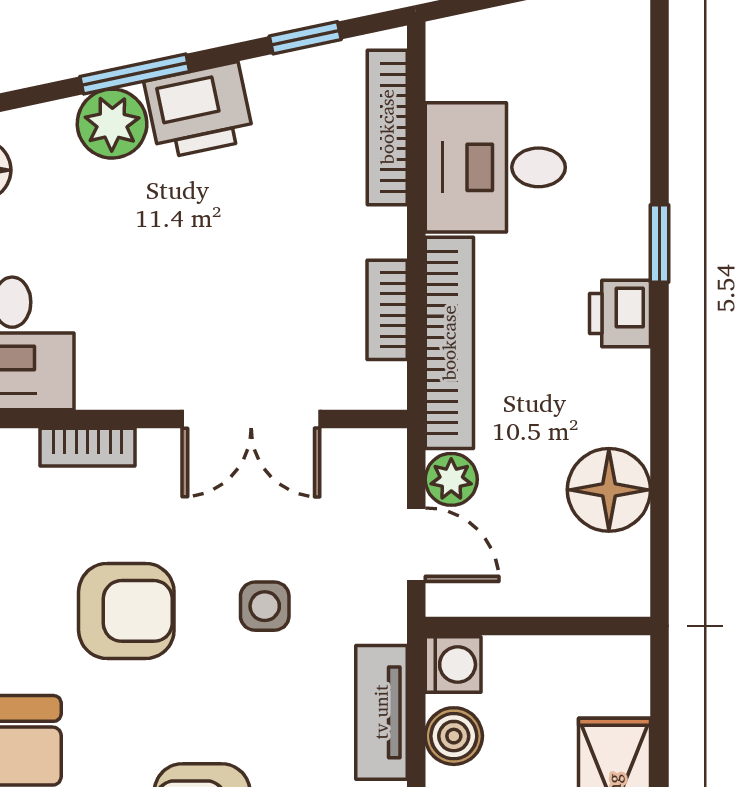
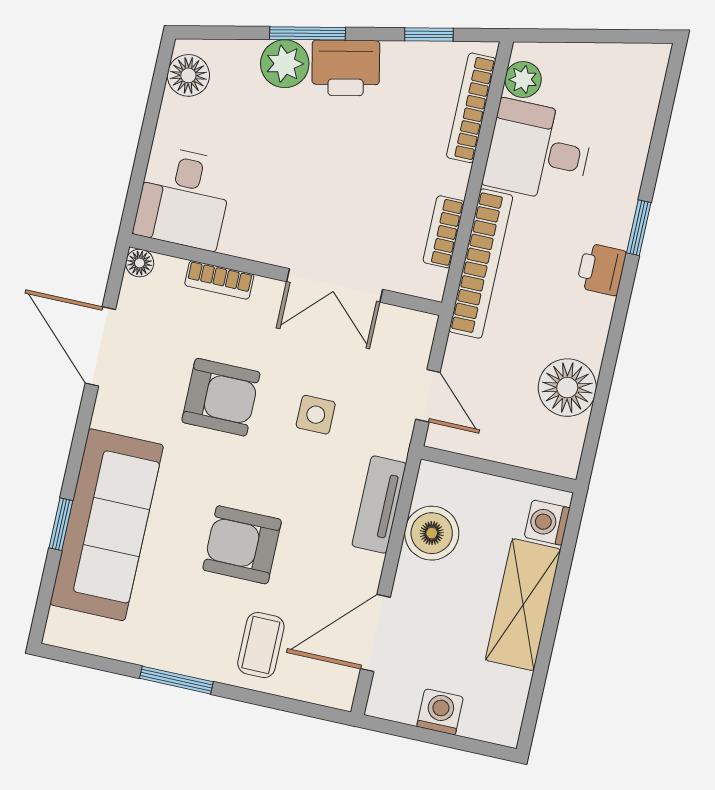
plant: (451, 479) -> (523, 79), moved
washing machine: (453, 665) -> (547, 523), moved, turned 180
boiler: (454, 736) -> (432, 533), width x1.36, depth x1.36

